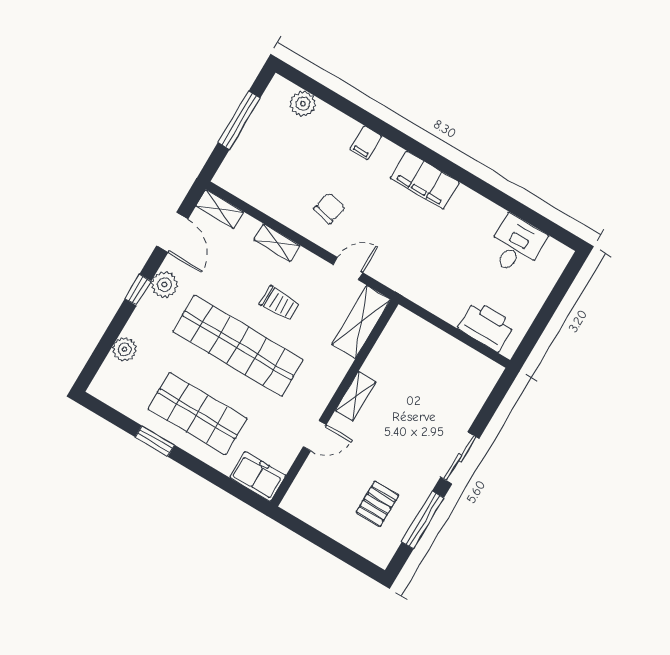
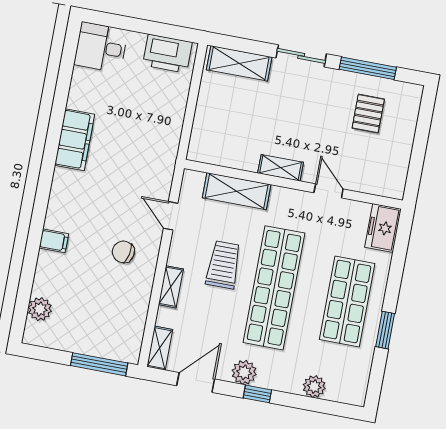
window: (239, 120) -> (99, 364), moved
filing cabinet: (425, 180) -> (75, 140), moved
desk: (516, 245) -> (101, 47), moved
trolley: (280, 303) -> (223, 265), width x1.36, depth x1.39
shelving: (361, 322) -> (237, 191), moved
printer: (486, 326) -> (167, 54), moved, turned -90
shelving: (475, 393) -> (239, 63), added
pallet: (377, 504) -> (368, 114), turned 90

